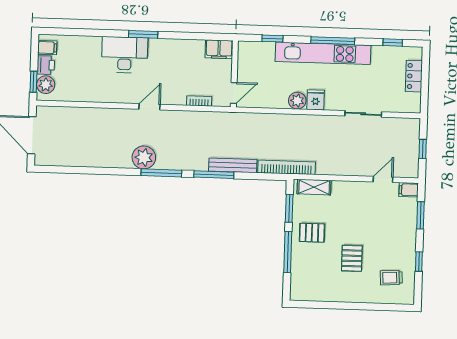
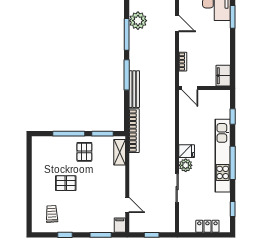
plant: (297, 101) -> (186, 165), moved

